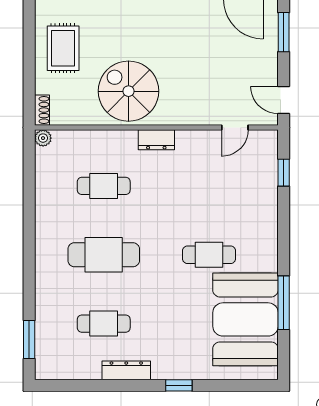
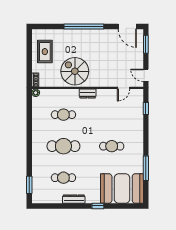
booth: (245, 319) -> (122, 189), moved, turned 90

